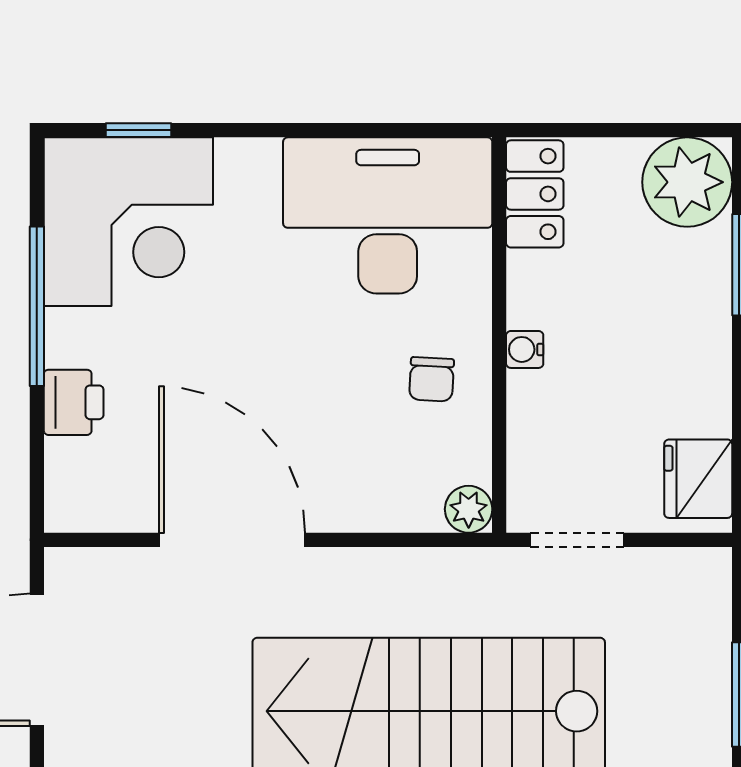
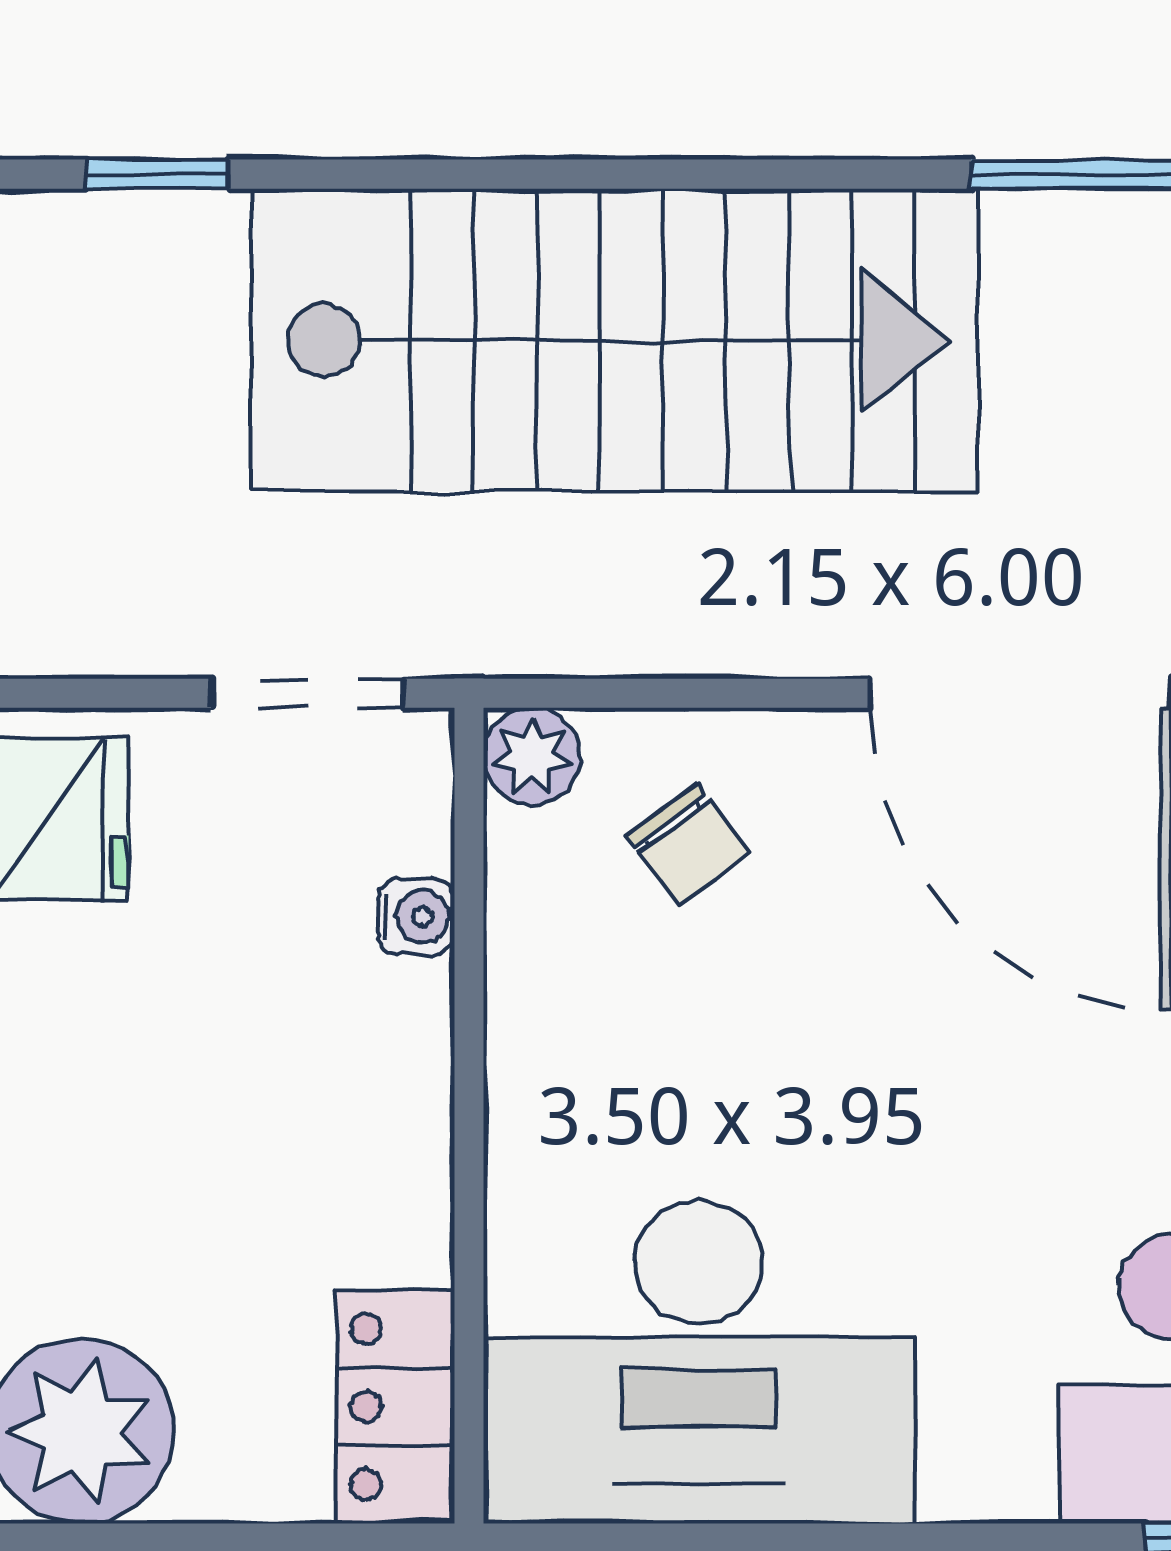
water cooler: (525, 349) -> (416, 917), moved
chair: (432, 379) -> (689, 845), moved, turned 140

